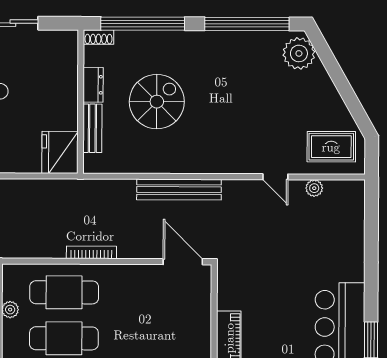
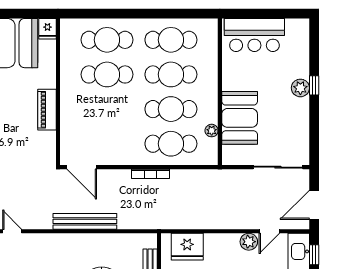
fridge: (60, 152) -> (187, 247), moved, turned 90

